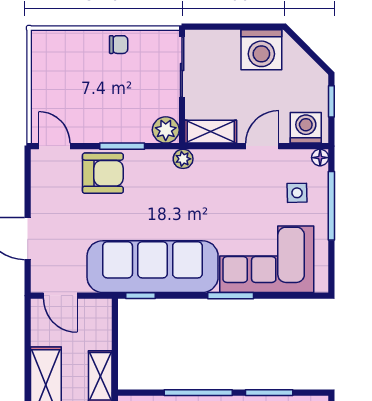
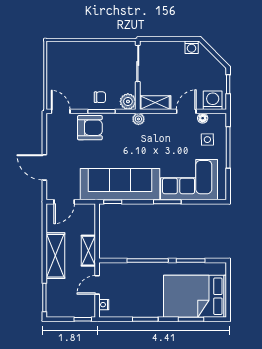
chair: (119, 45) -> (100, 97), moved
washing machine: (261, 50) -> (192, 47), width x0.53, depth x0.53
floor lamp: (320, 158) -> (203, 118), moved
door: (60, 296) -> (64, 202), hinge flipped

